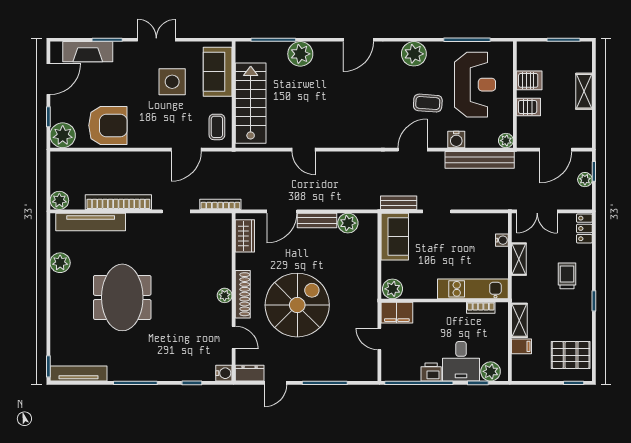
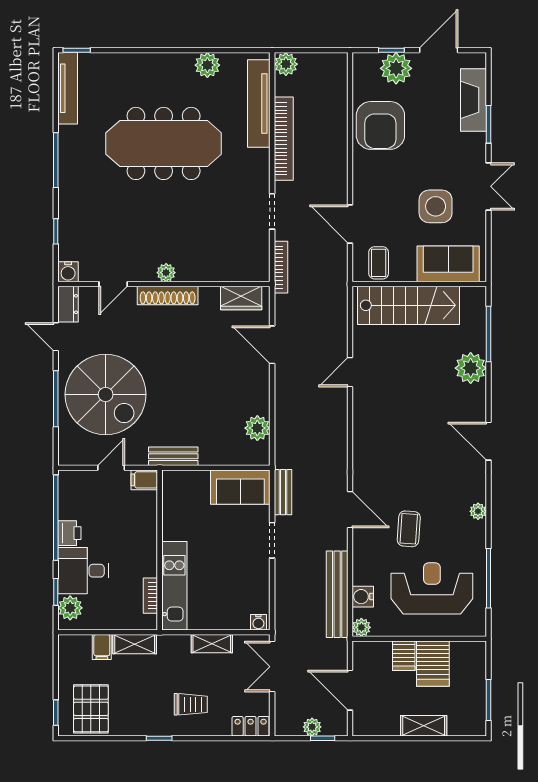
plant: (414, 54) -> (478, 511), width x0.53, depth x0.53
door: (48, 79) -> (439, 50), swing flipped
server rack: (529, 80) -> (433, 664), width x1.36, depth x1.44
reception desk: (475, 85) -> (432, 588), turned 180
coffee table: (217, 127) -> (379, 263), turned 90
plant: (63, 135) -> (396, 68), moved
water cooler: (456, 139) -> (363, 597), moved
bench: (317, 220) -> (173, 456), moved, turned 90
water cooler: (502, 240) -> (258, 622), moved
plant: (392, 289) -> (174, 484), removed
meeting table: (122, 297) -> (164, 143), width x1.36
spiral stairs: (297, 305) -> (106, 394), moved
filing cabinet: (397, 313) -> (144, 480), width x0.50

